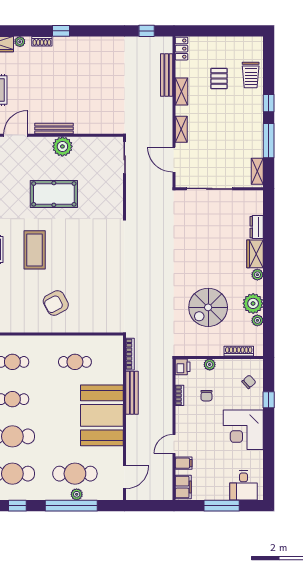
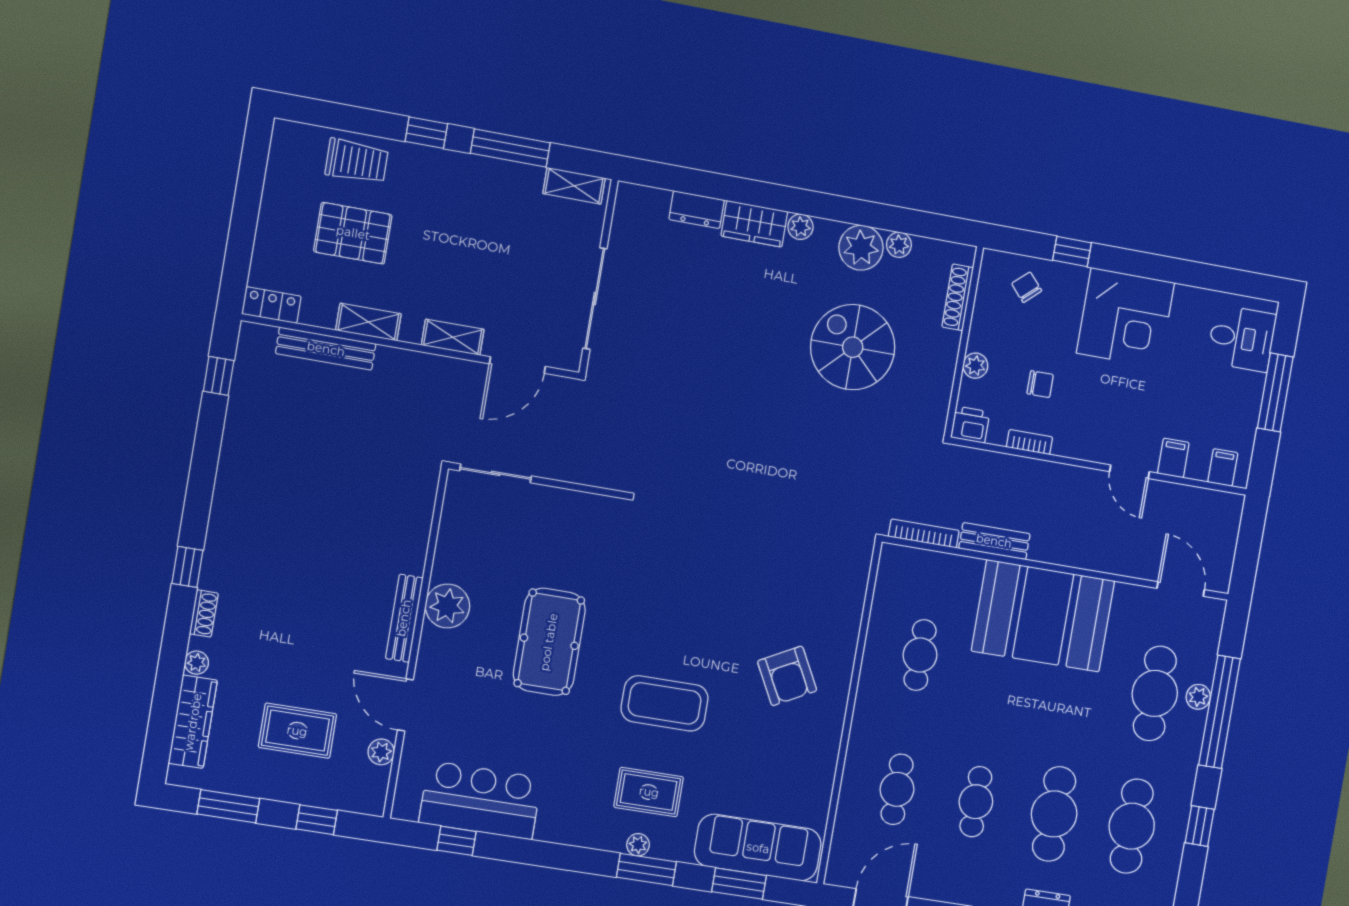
pallet: (219, 79) -> (353, 233), width x1.50, depth x1.42
spiral stairs: (208, 307) -> (853, 347), turned 180
bench: (132, 393) -> (994, 541), width x0.73
filing cabinet: (183, 487) -> (1223, 468), width x0.50

